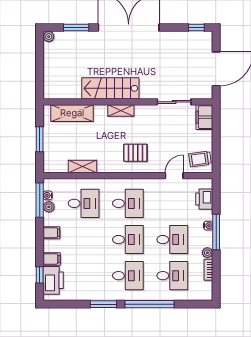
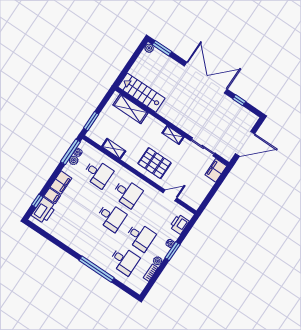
window: (76, 28) -> (162, 48), moved
window: (196, 28) -> (239, 100), moved
stairs: (110, 88) -> (141, 93), moved
shelving: (121, 111) -> (173, 135), moved
window: (40, 139) -> (91, 121), moved
pallet: (135, 153) -> (155, 163), width x1.50, depth x1.42
trolley: (200, 159) -> (194, 196), removed
window: (216, 232) -> (173, 251), width x0.69
filing cabinet: (51, 233) -> (61, 183), width x2.00
desk: (128, 276) -> (95, 241), removed
window: (103, 304) -> (66, 249), removed

